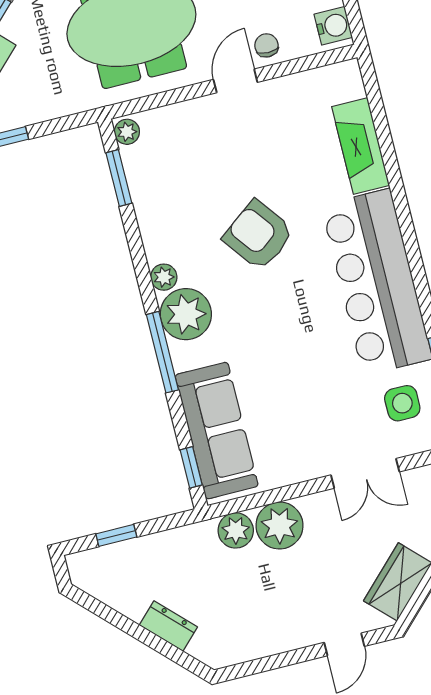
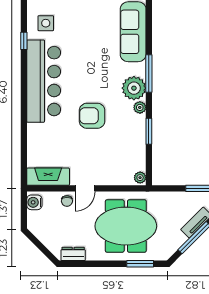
fireplace: (361, 146) -> (48, 177), moved, turned -90
window: (119, 178) -> (149, 131), moved
armchair: (258, 235) -> (92, 116), turned 127
window: (191, 467) -> (149, 18), removed

